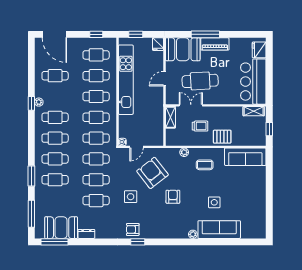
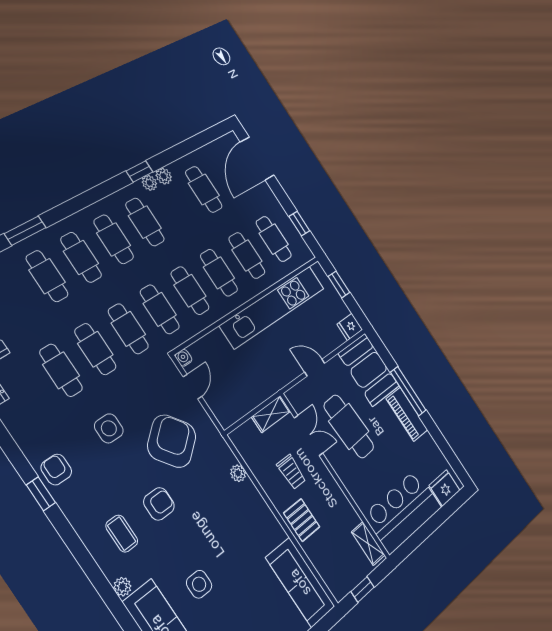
plant: (39, 92) -> (164, 176), added
door: (136, 147) -> (192, 387), swing flipped
coffee table: (205, 165) -> (122, 534), moved

